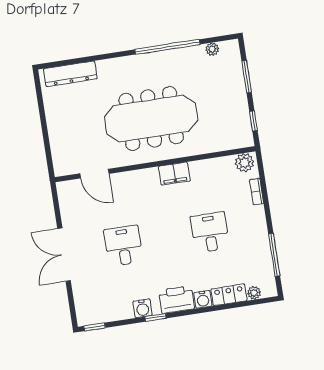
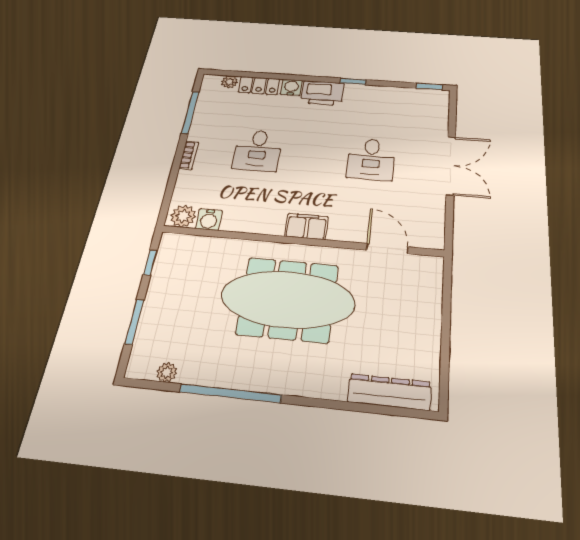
filing cabinet: (174, 174) -> (306, 226), moved
bookcase: (257, 192) -> (189, 155), moved
water cooler: (143, 308) -> (209, 220), moved, turned 180

